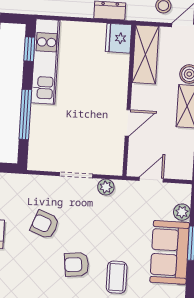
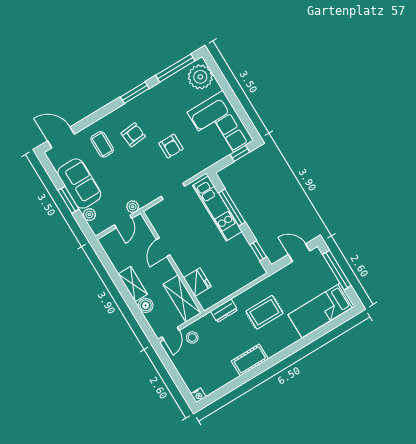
fridge: (118, 38) -> (197, 282), moved
kitchen unit: (45, 62) -> (217, 208), moved
plant: (106, 187) -> (133, 207), moved
armchair: (45, 225) -> (171, 146), turned 69

